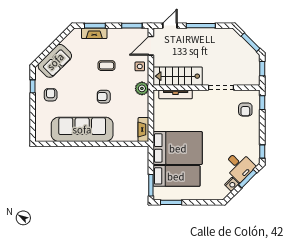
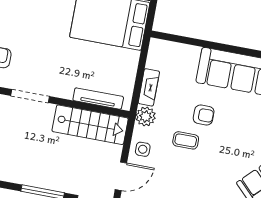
coffee table: (107, 66) -> (186, 140), moved
fireplace: (143, 130) -> (149, 87), moved

